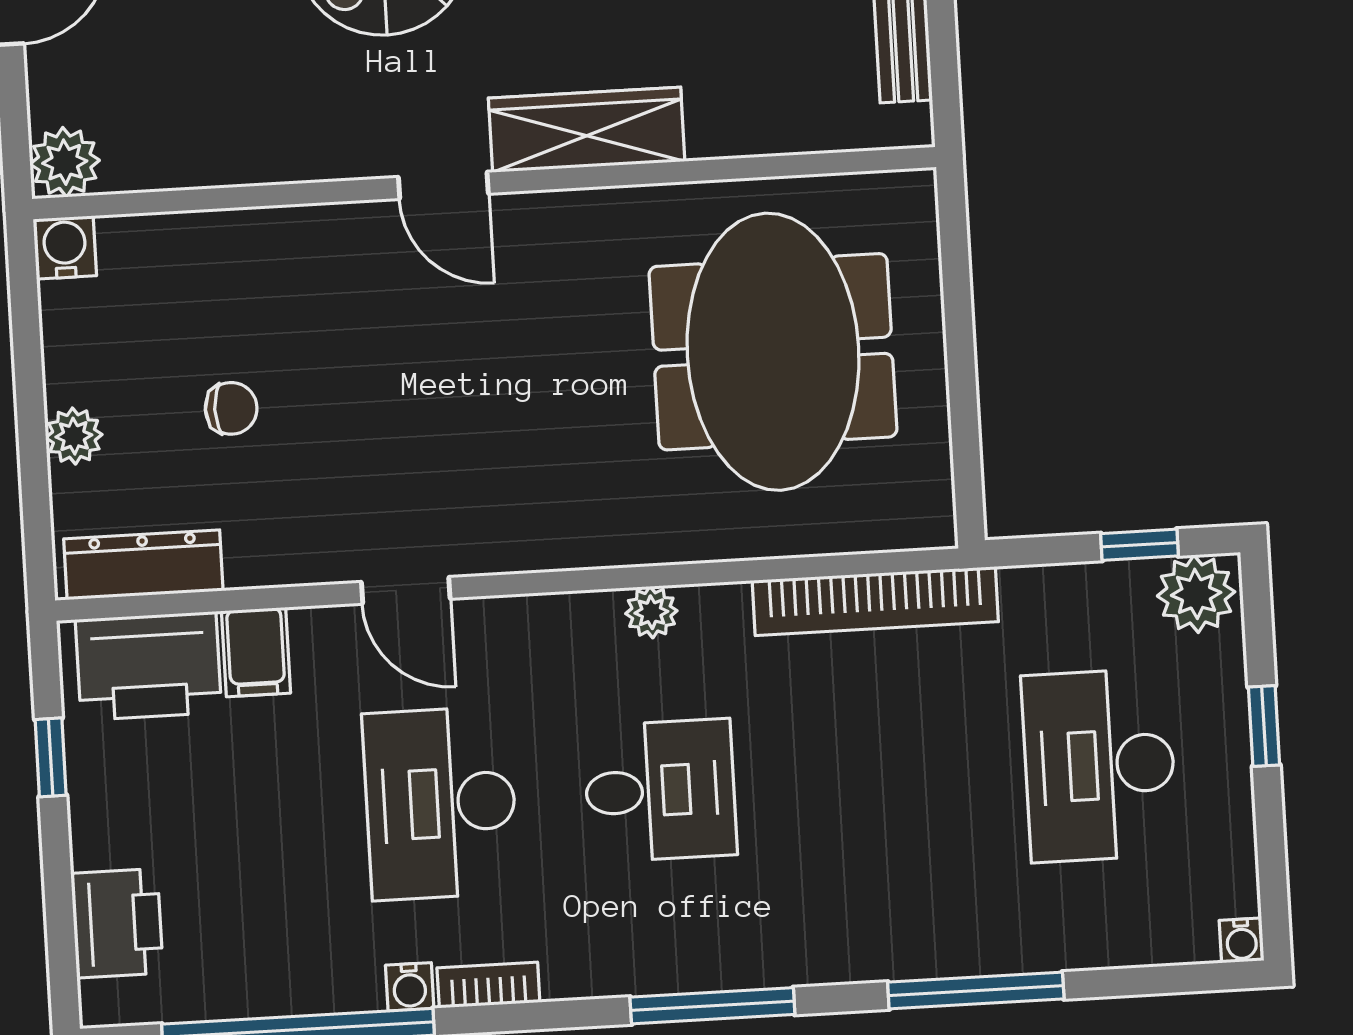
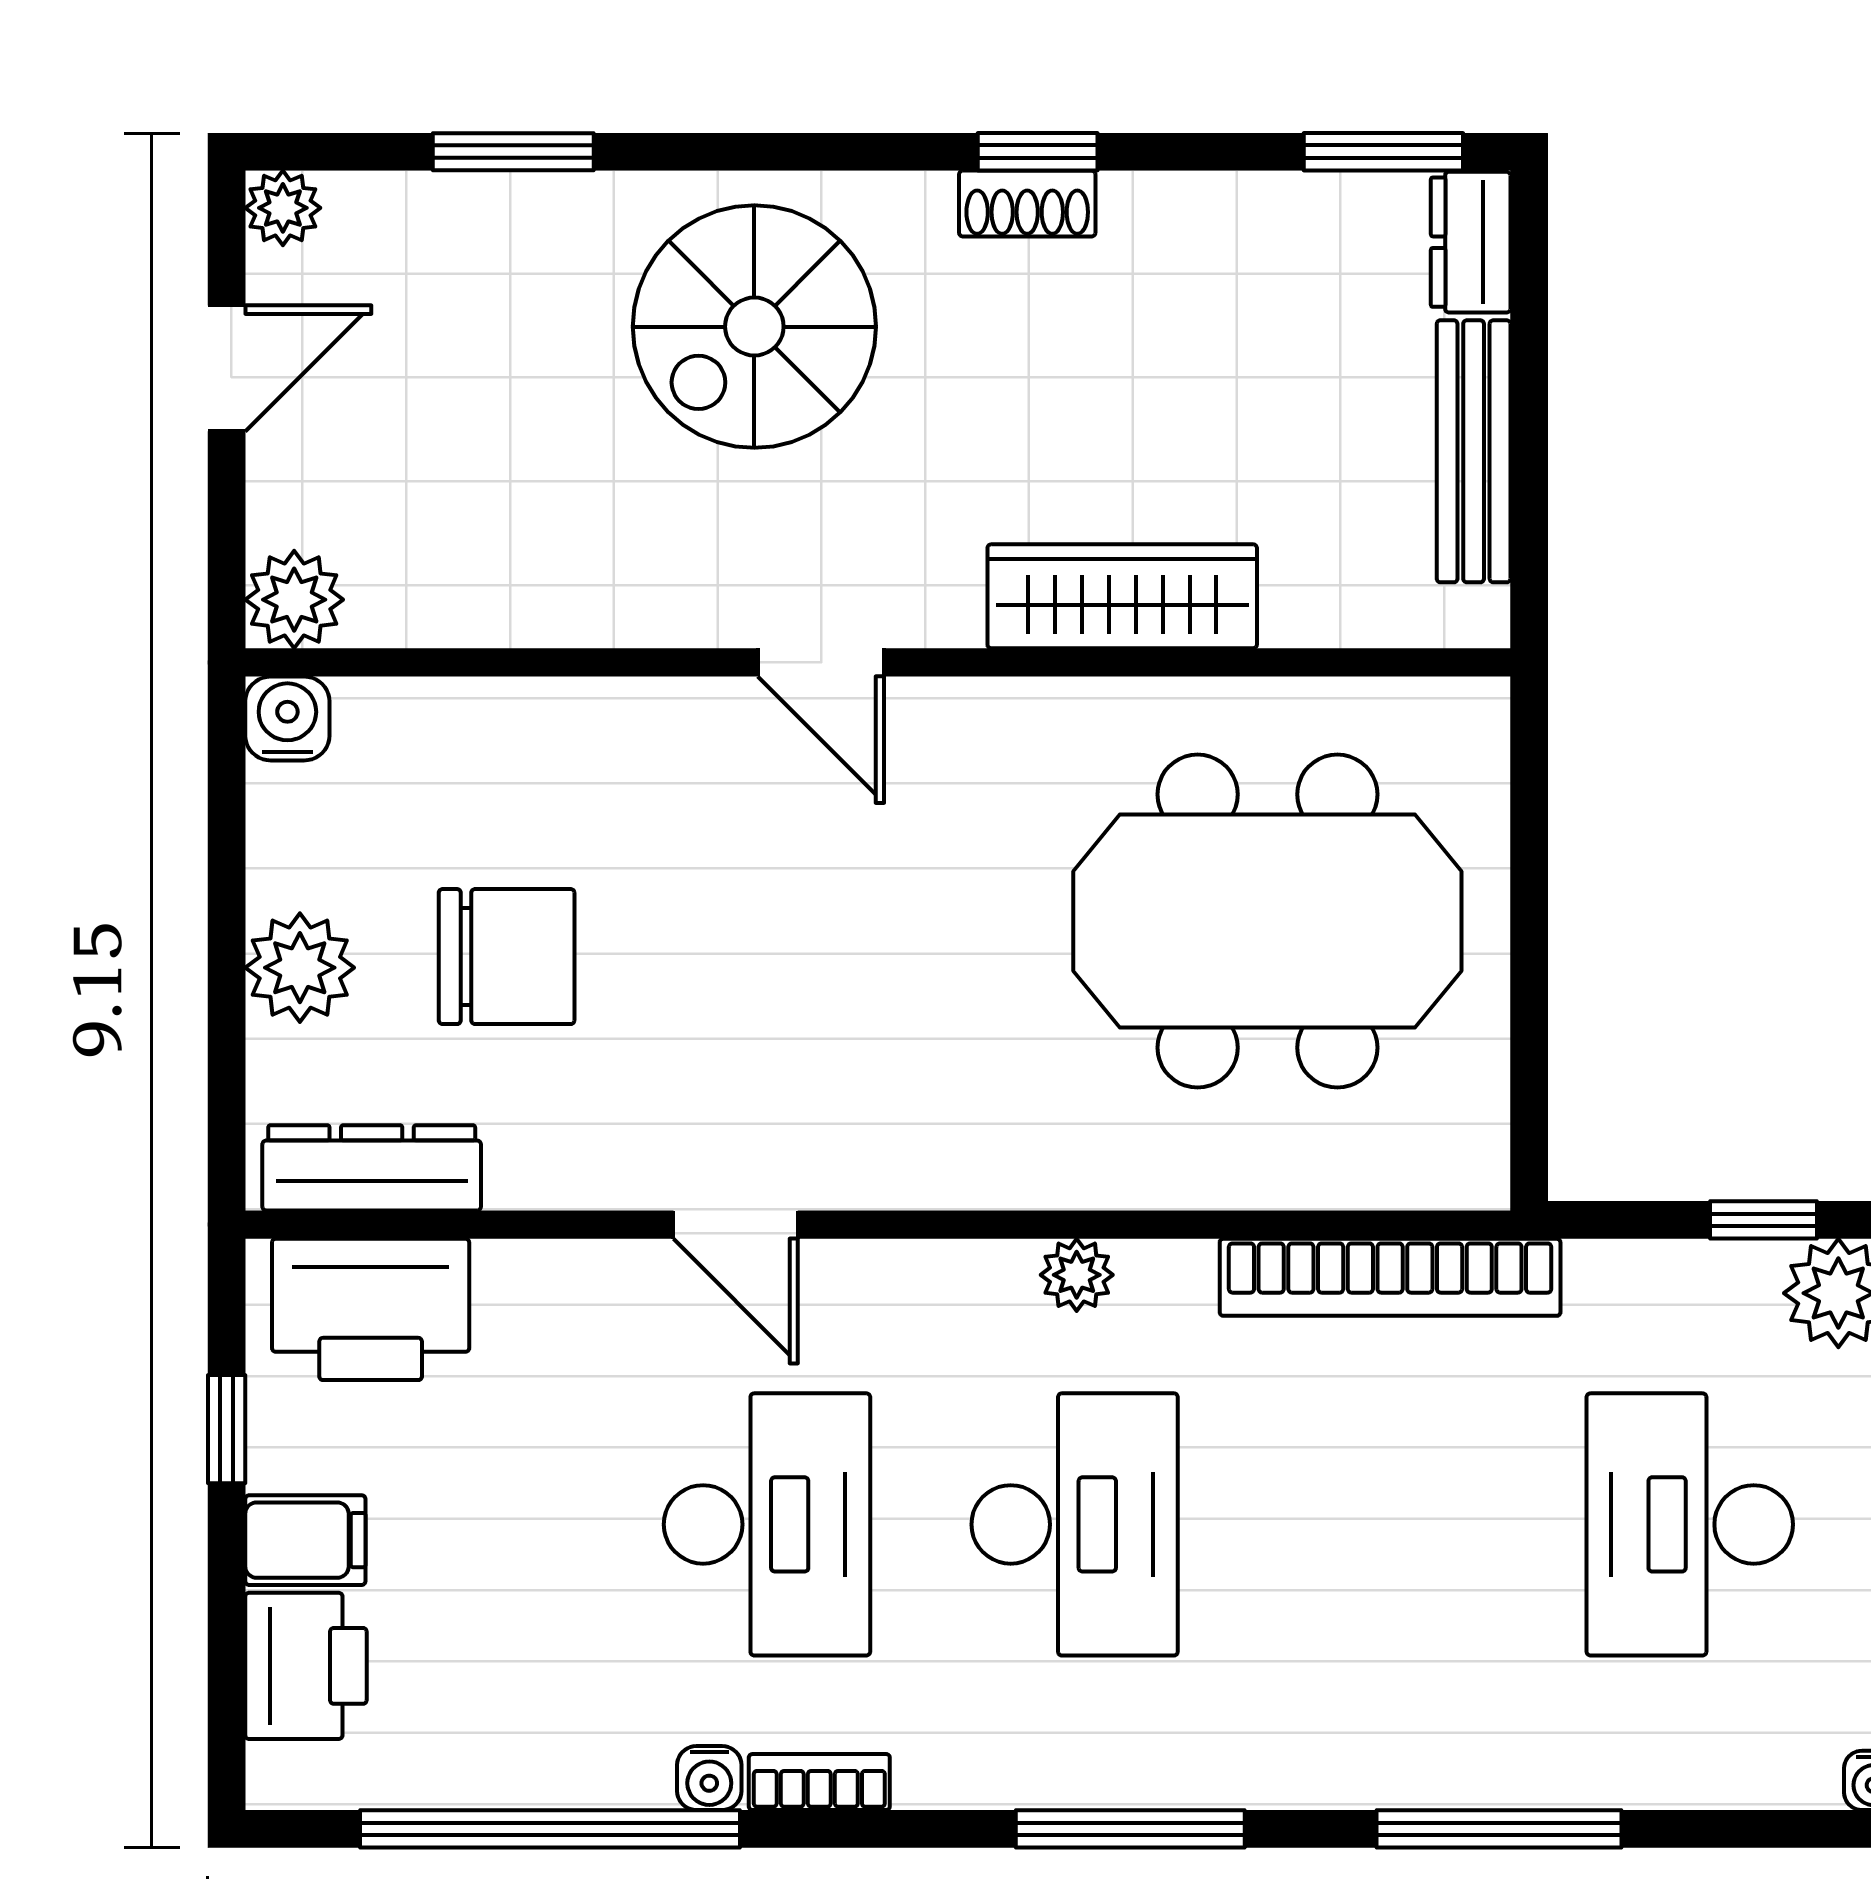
wardrobe: (587, 130) -> (1122, 596), moved
meeting table: (773, 352) -> (1267, 921), turned 90
chair: (231, 408) -> (507, 957), width x1.87, depth x1.87
plant: (74, 436) -> (300, 968), width x1.38, depth x1.38
filing cabinet: (256, 652) -> (305, 1540), moved, turned -90
desk: (660, 791) -> (1075, 1524), width x1.37
desk: (440, 803) -> (767, 1524), turned 180

